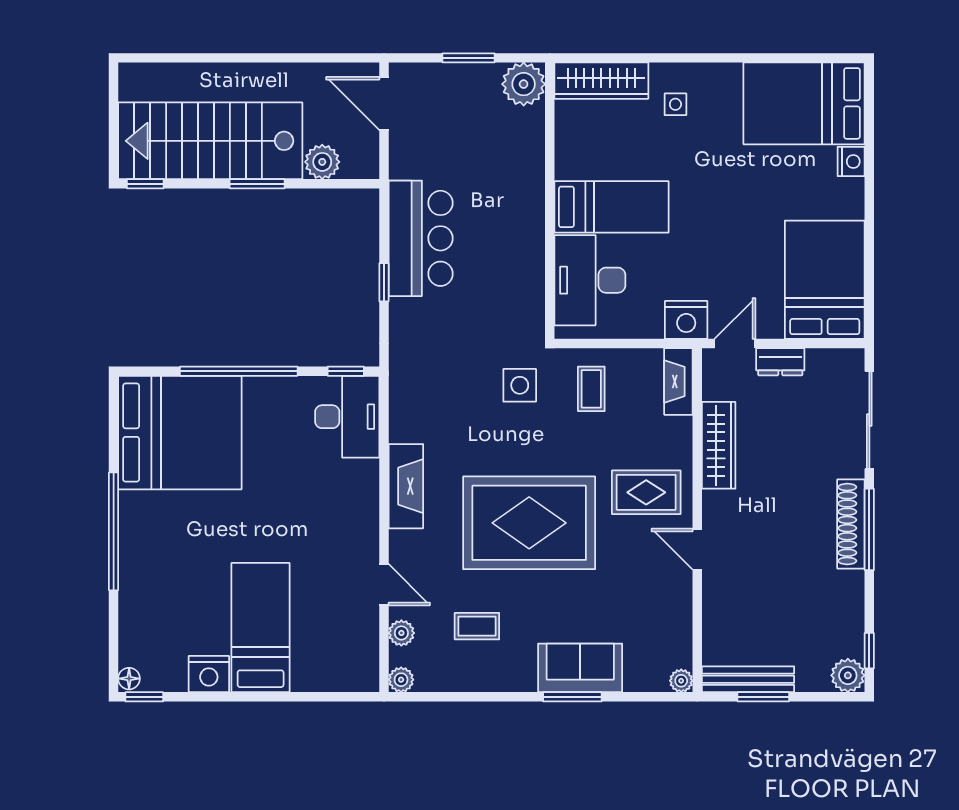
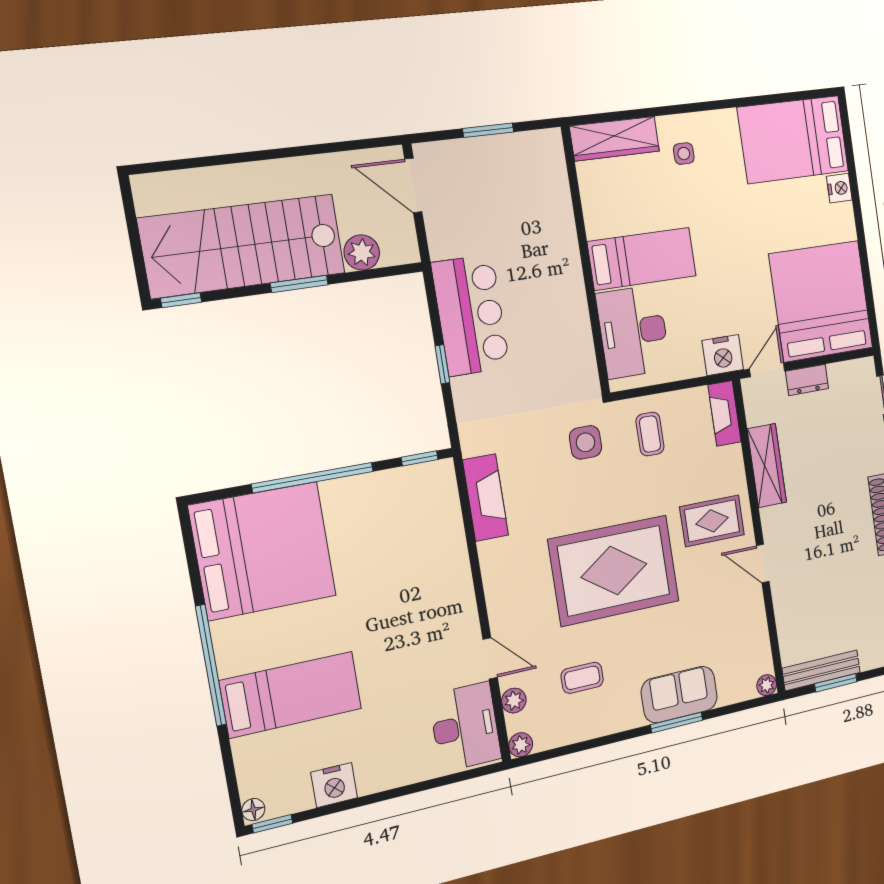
plant: (524, 84) -> (544, 150), removed
bed: (825, 280) -> (821, 301), width x1.36
desk: (347, 417) -> (465, 727), moved
fireplace: (406, 486) -> (486, 498), moved
bed: (261, 628) -> (291, 695), moved, turned 90

